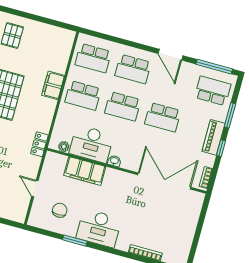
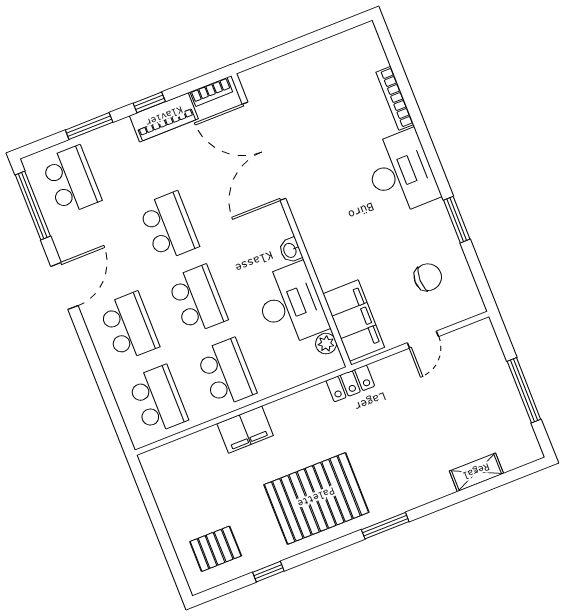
school desk: (213, 91) -> (71, 180), turned 180
piano: (213, 137) -> (164, 117), moved
filing cabinet: (85, 171) -> (354, 321), moved
chair: (60, 210) -> (428, 277), turned 180
desk: (99, 228) -> (401, 172), moved

